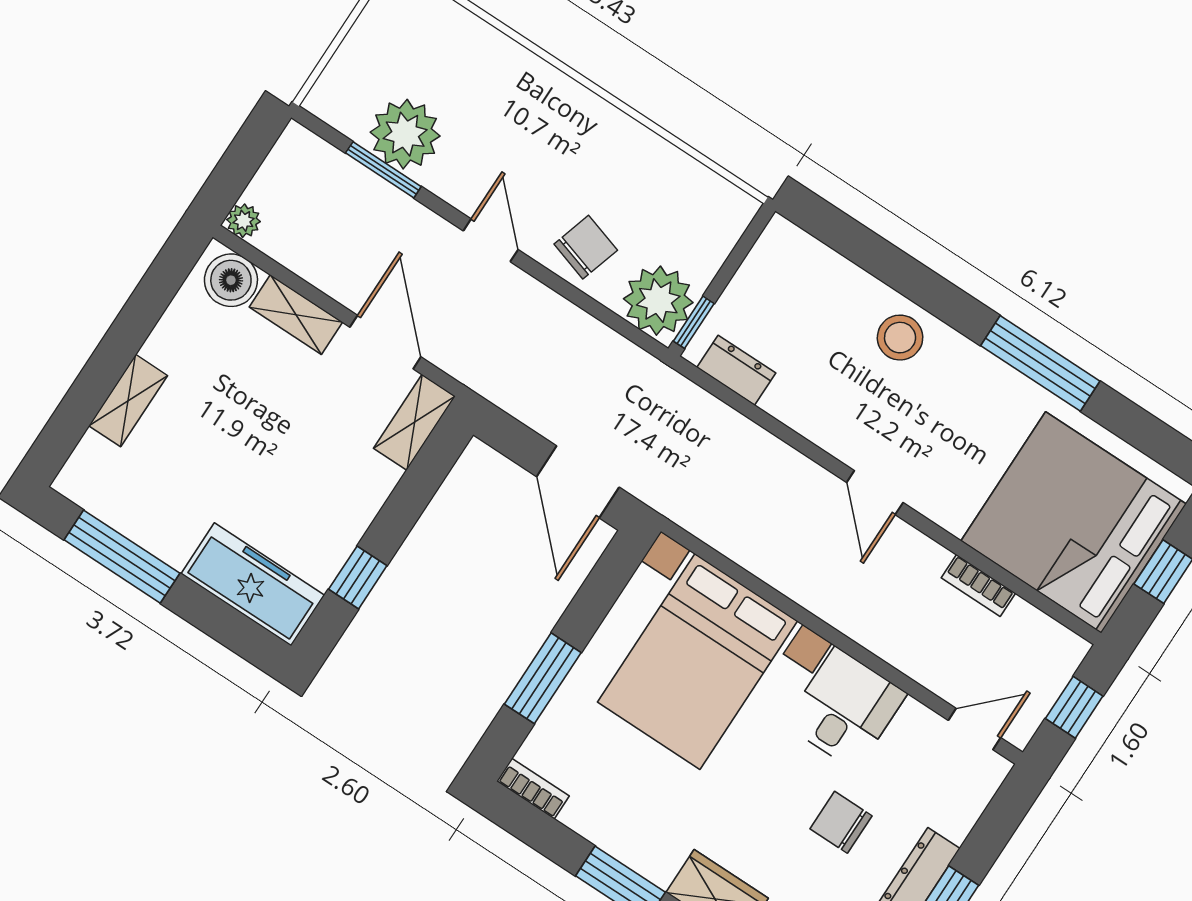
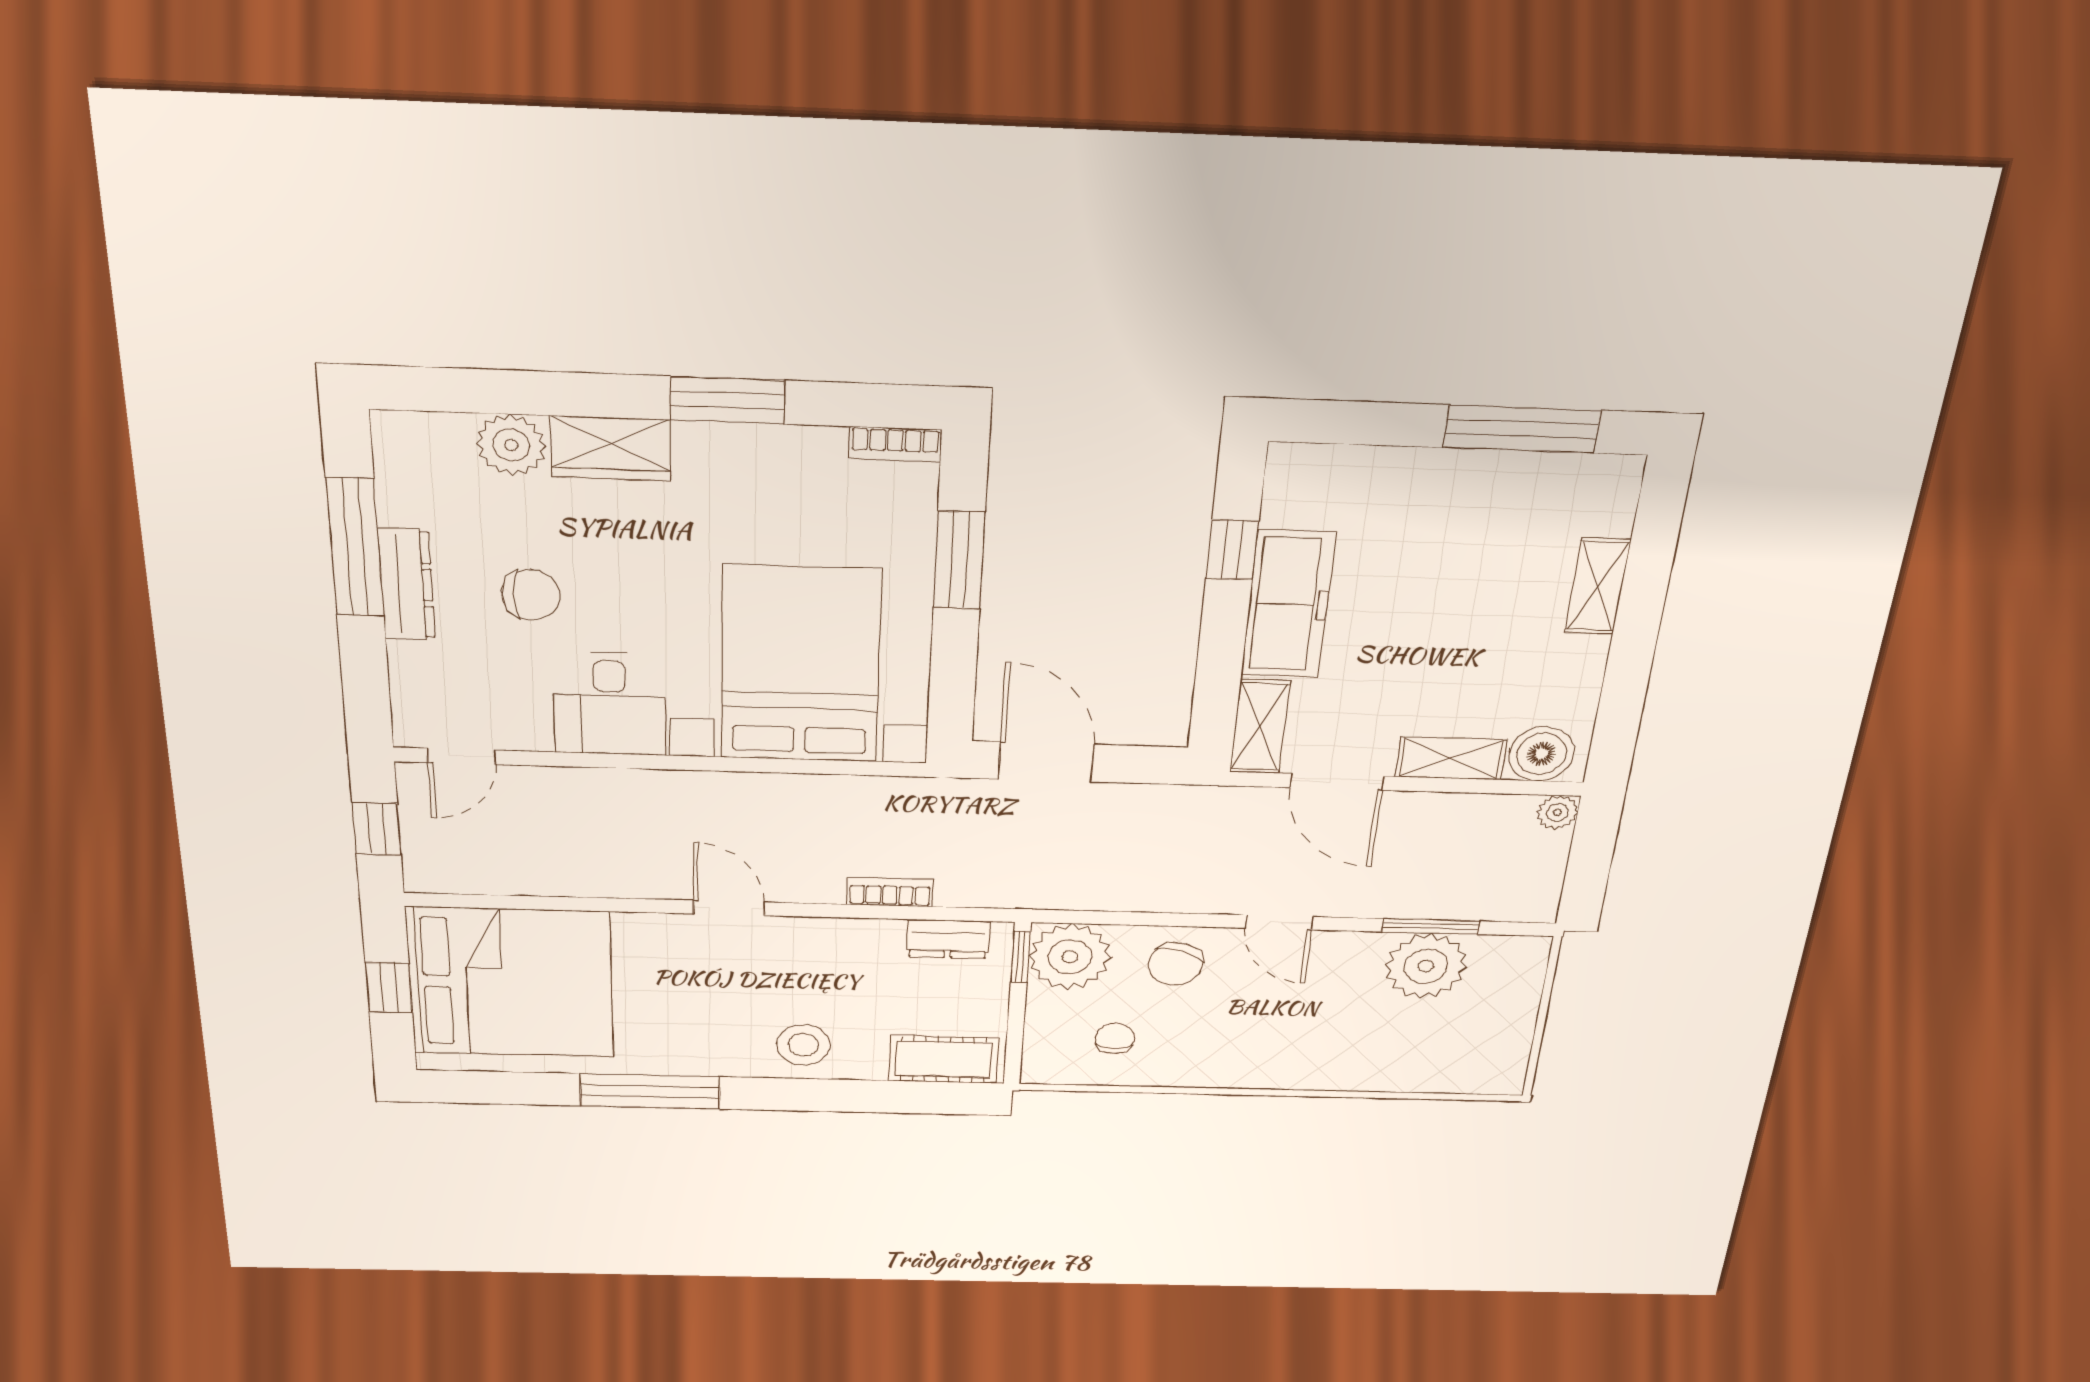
chair: (669, 204) -> (1115, 1038), added
cot: (806, 261) -> (943, 1059), added
freezer: (253, 584) -> (1288, 604), moved, turned -90
bookcase: (978, 585) -> (890, 892), moved

